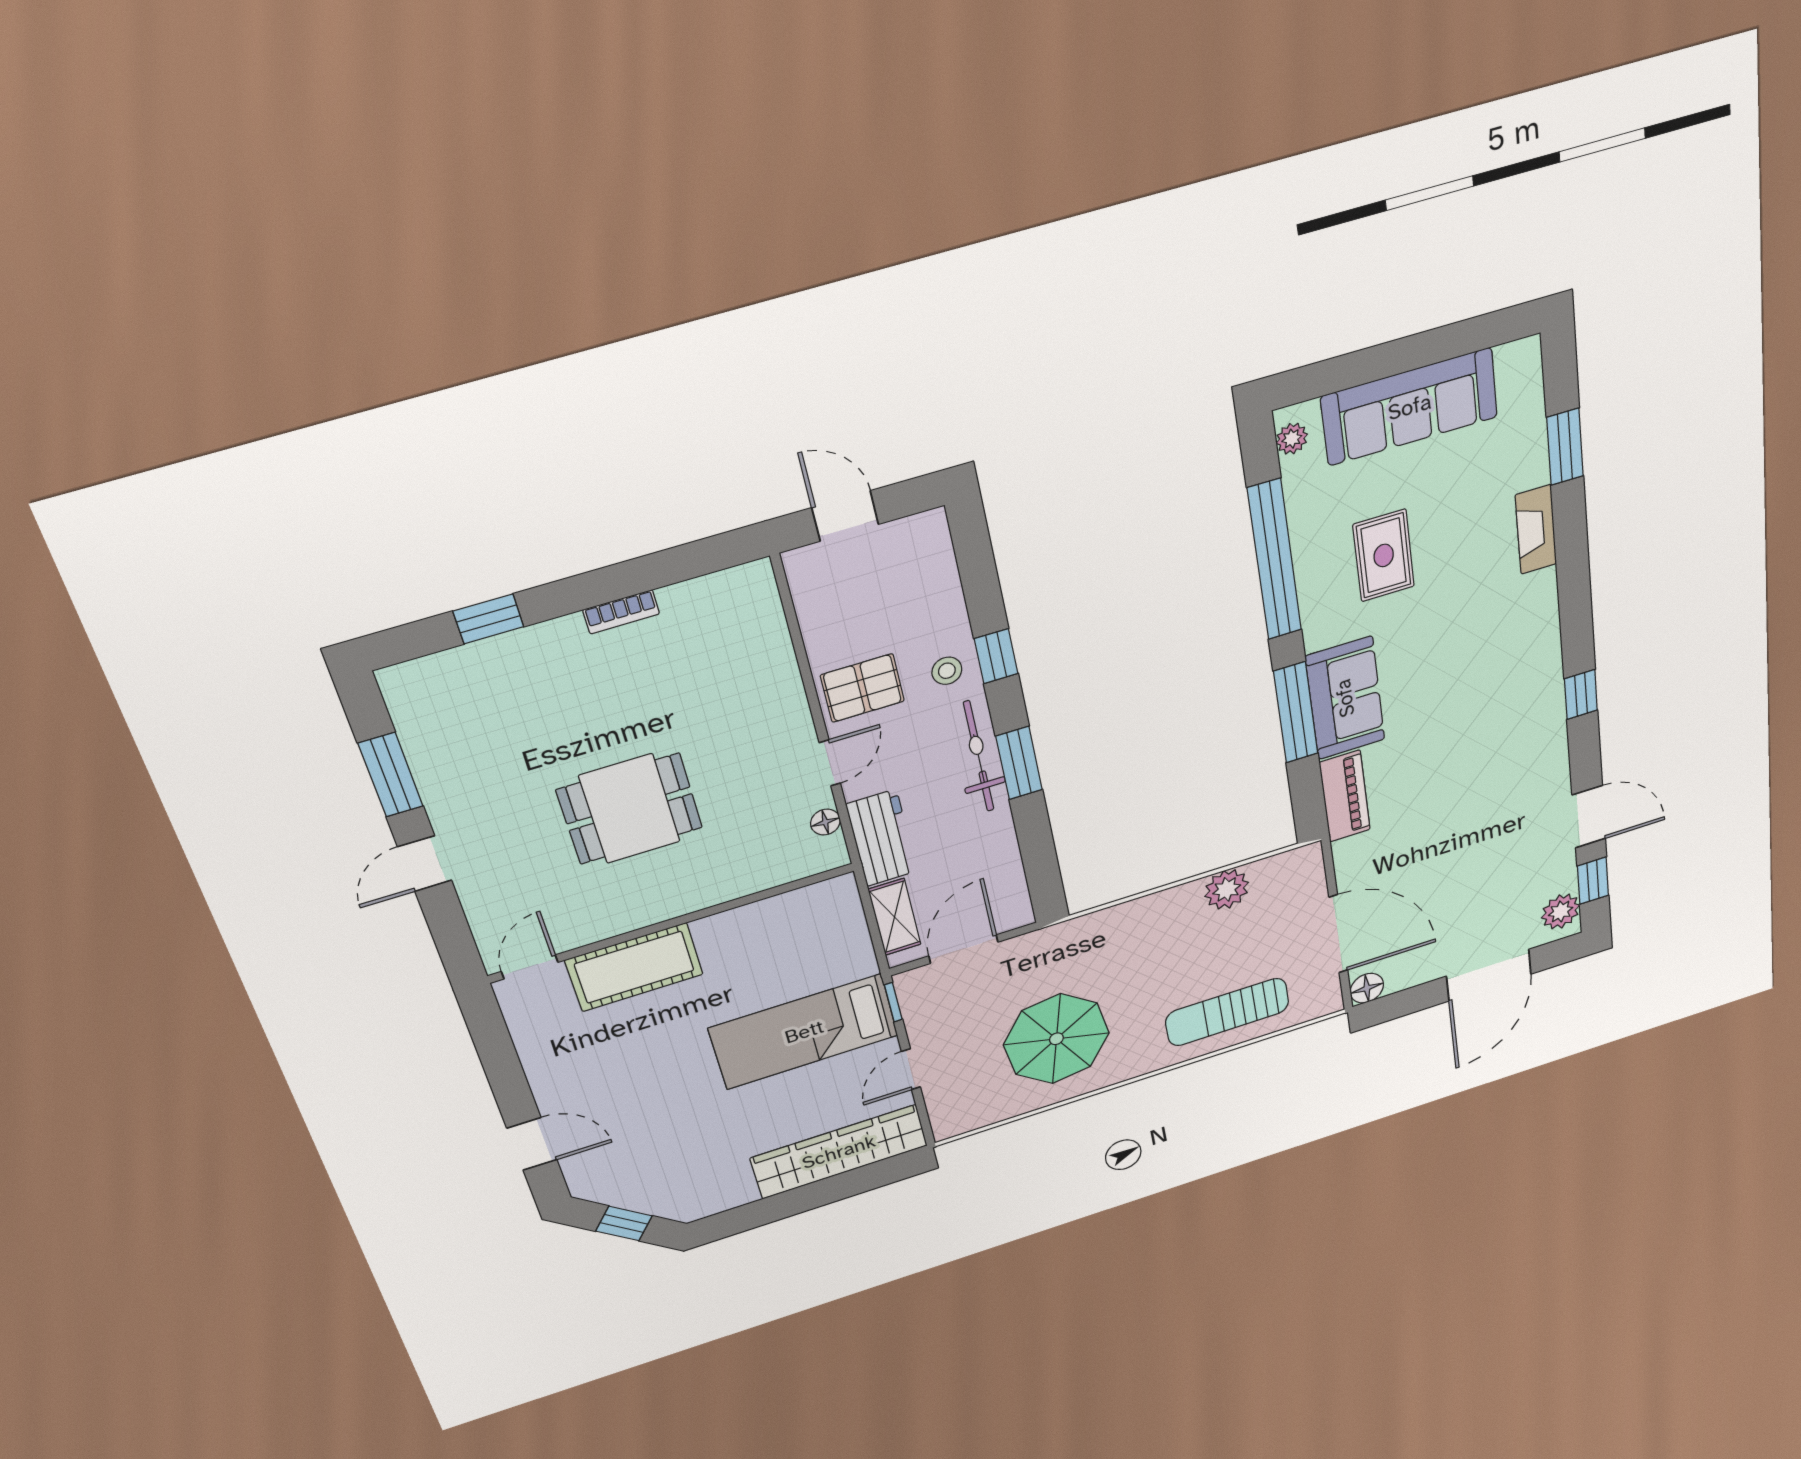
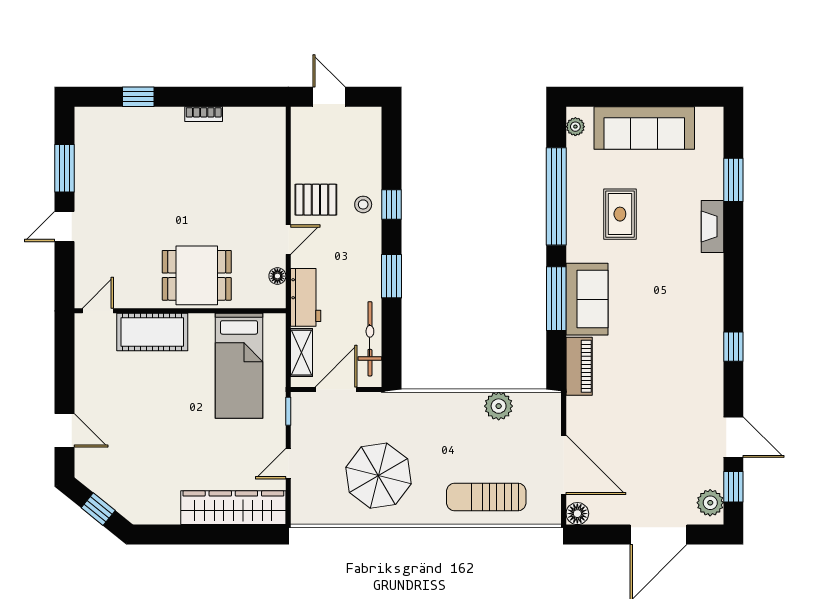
bicycle: (979, 756) -> (370, 339), moved
dining table: (630, 809) -> (197, 275), moved
bed: (804, 1032) -> (239, 366), moved, turned -90

